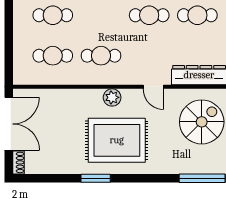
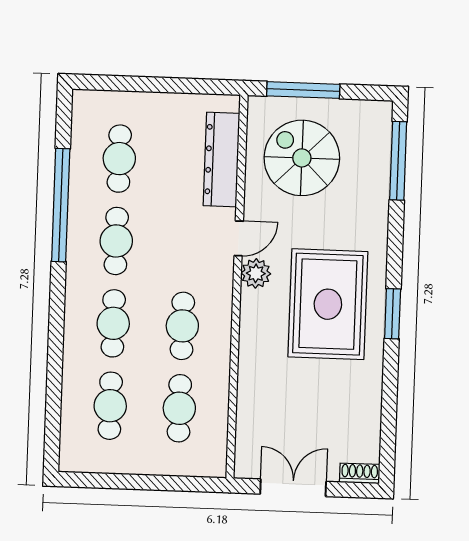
cafe table: (101, 15) -> (113, 323), added
plant: (112, 97) -> (256, 273), moved
double door: (9, 124) -> (293, 488), width x0.73
window: (96, 178) -> (393, 314), moved

